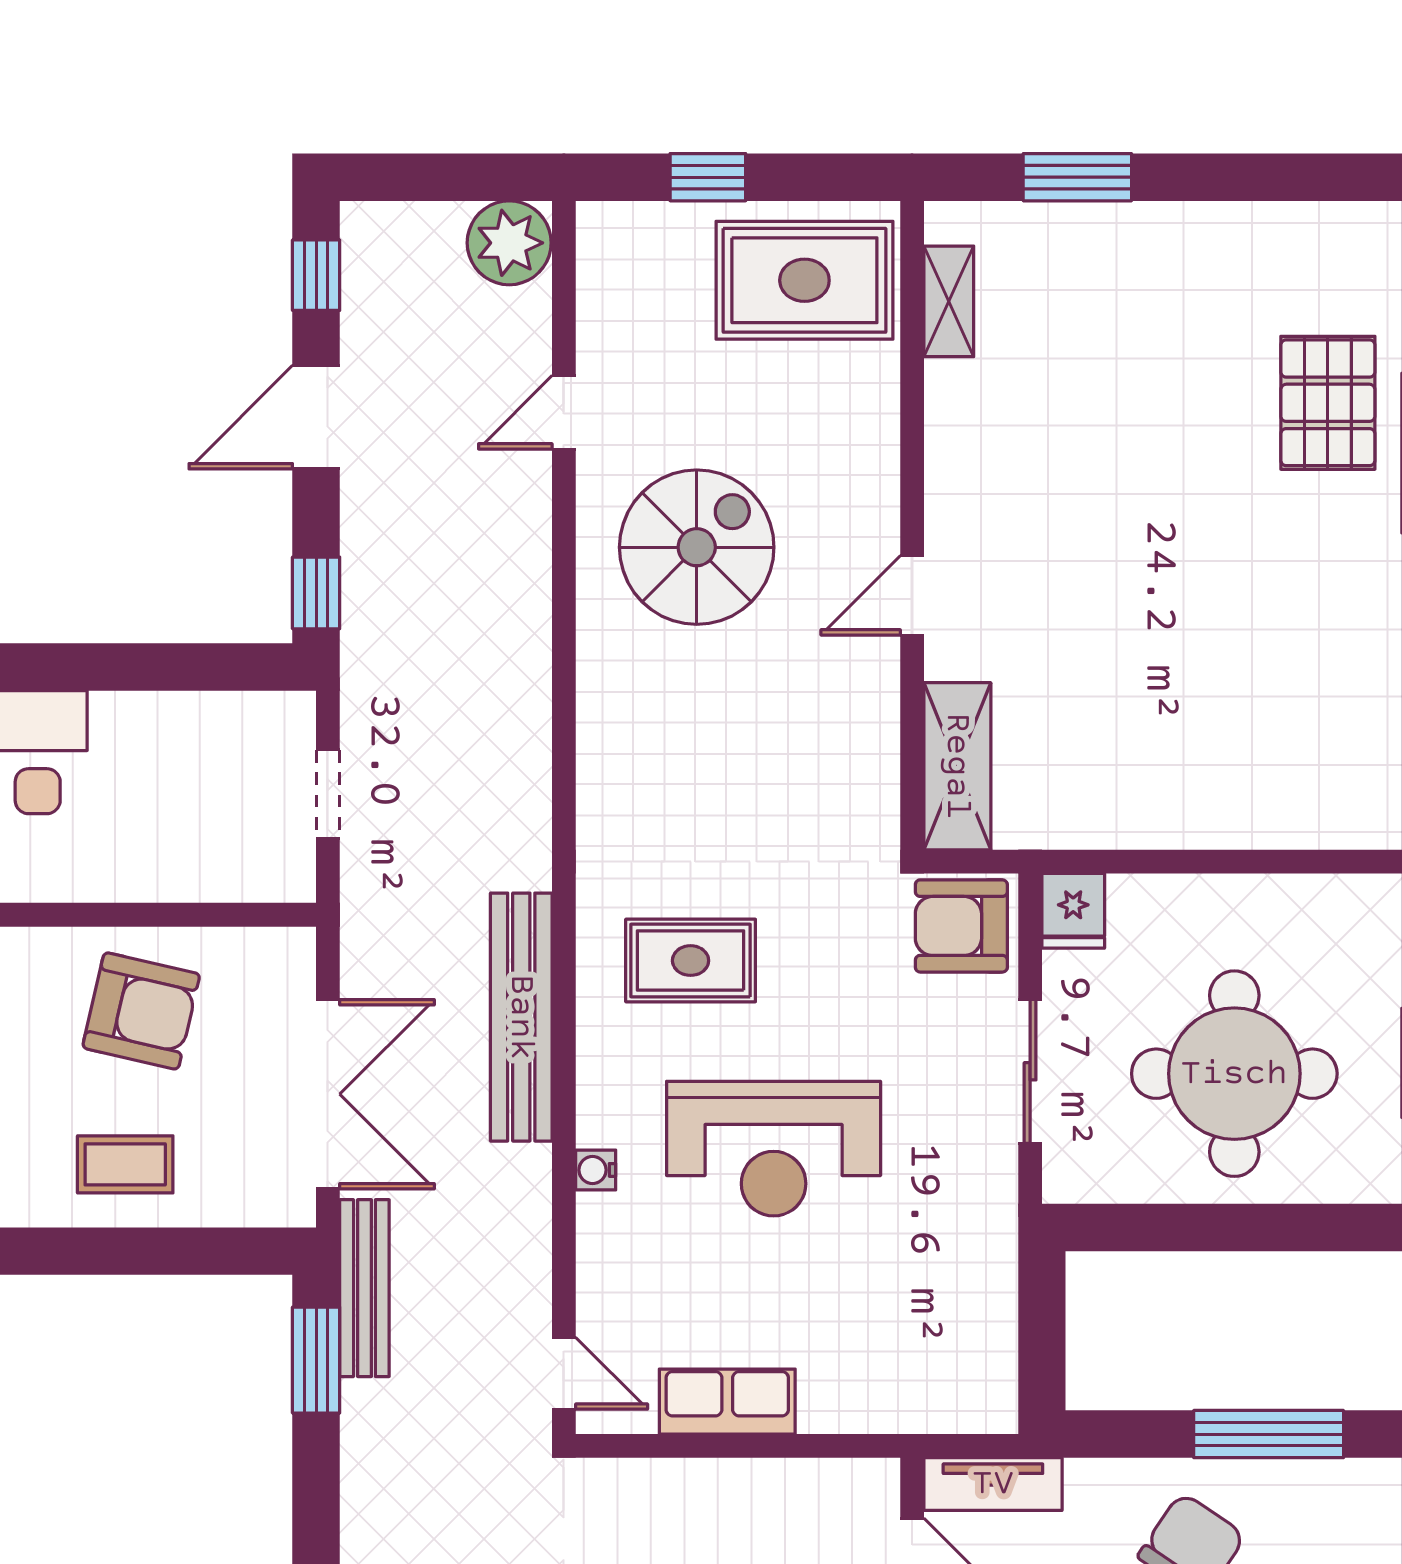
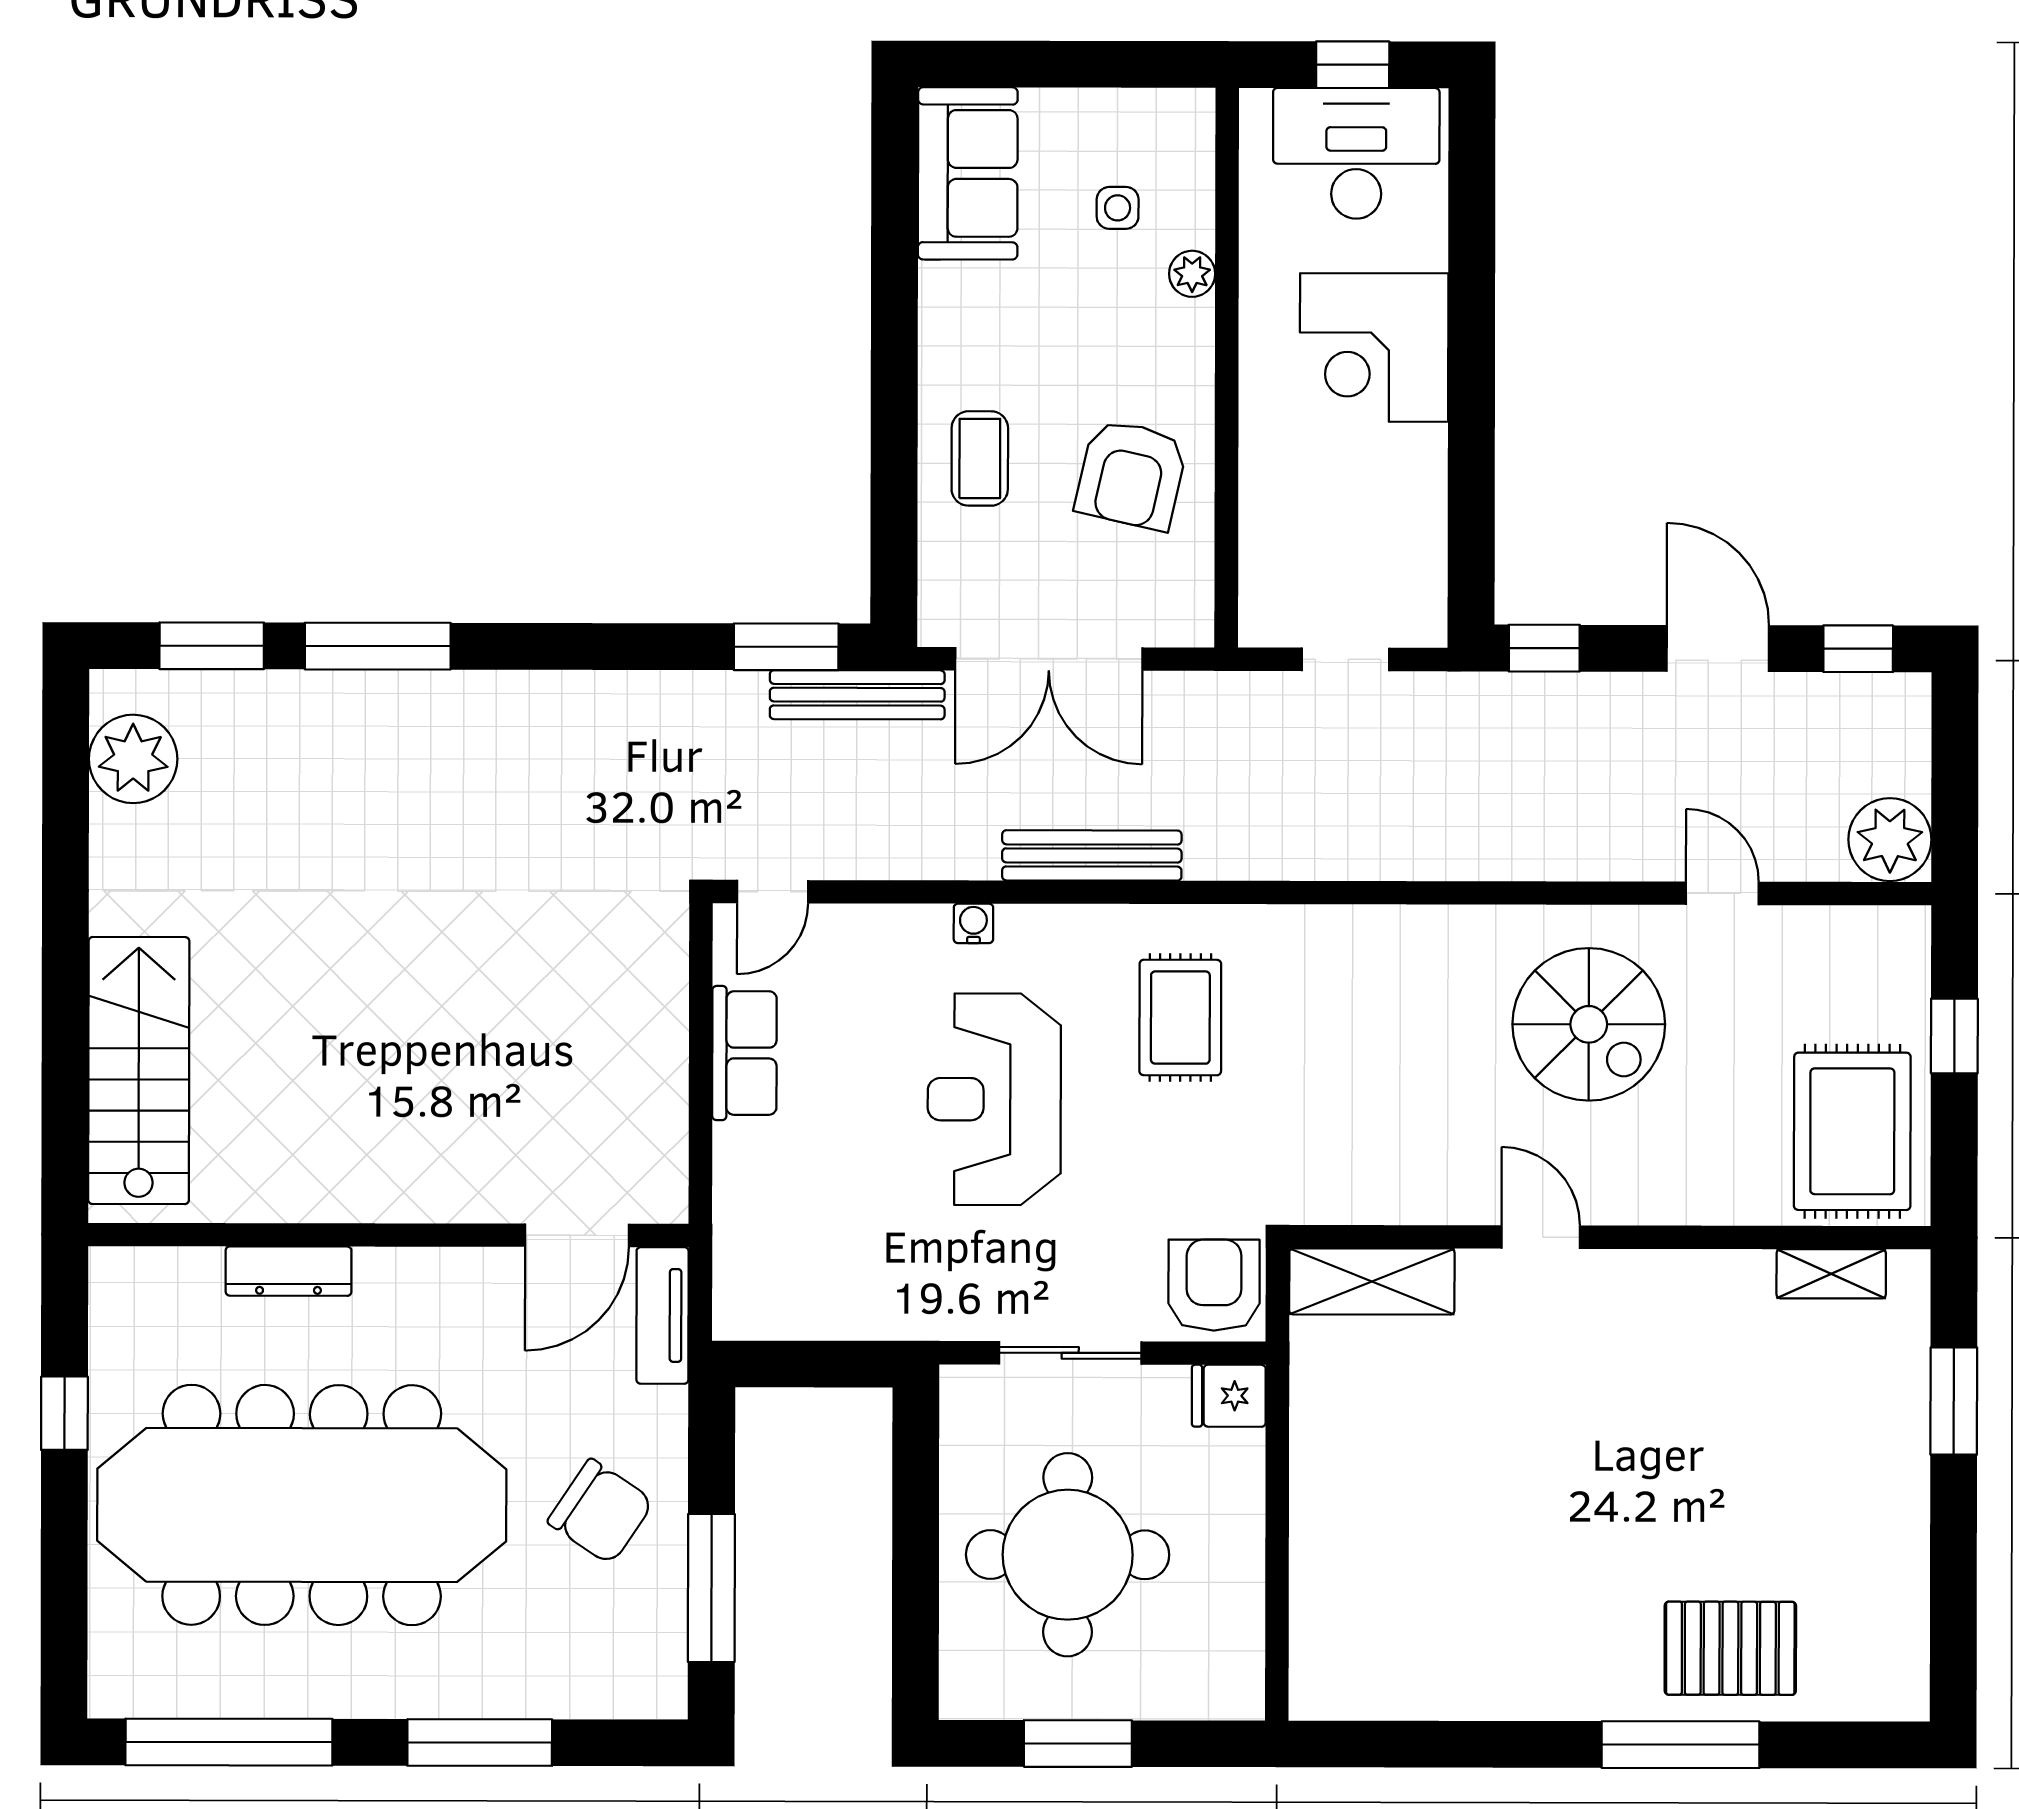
bench: (521, 1017) -> (1092, 855), width x0.73, depth x0.82

